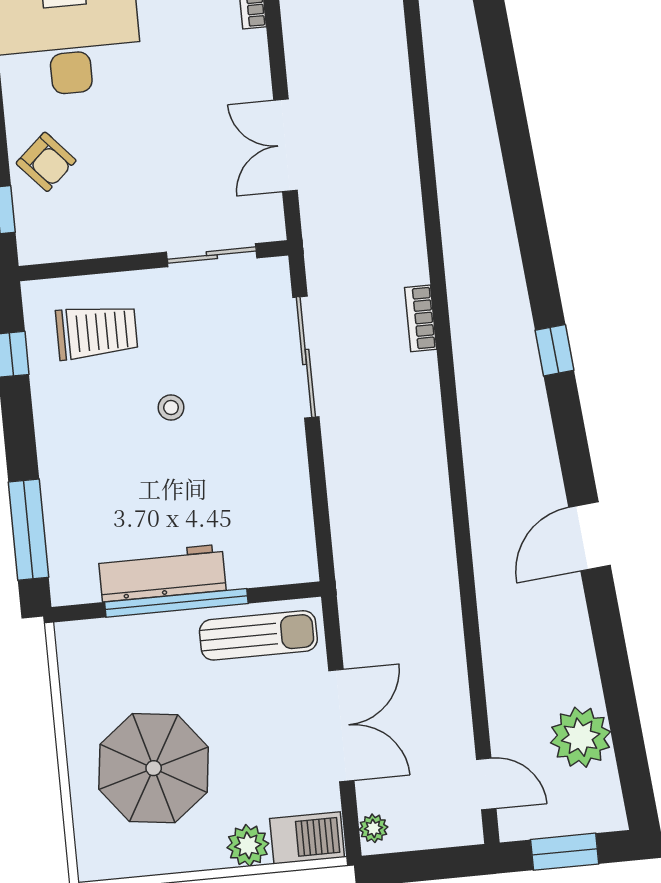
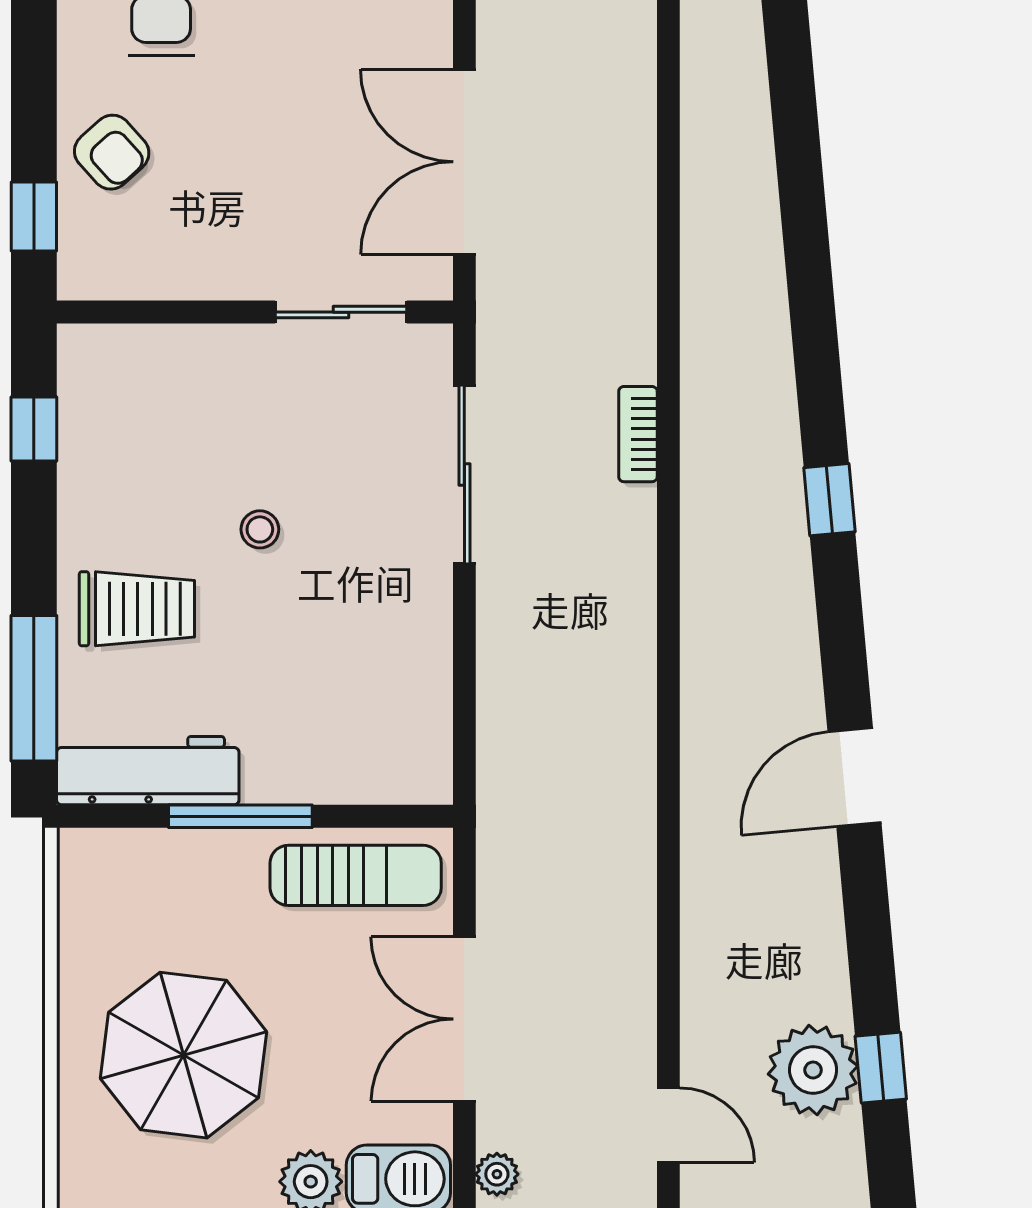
double door: (285, 145) -> (464, 162), width x1.37
trolley: (97, 332) -> (137, 609), moved
workbench: (162, 573) -> (148, 771), moved
window: (176, 603) -> (240, 816), width x0.68
double door: (341, 725) -> (464, 1019), swing flipped
window: (626, 731) -> (881, 1068), added

